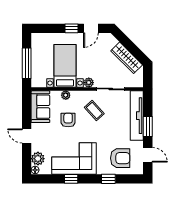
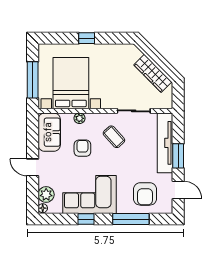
door: (91, 28) -> (110, 38), removed
bed with nightstands: (65, 66) -> (71, 83), width x1.36
plant: (89, 83) -> (107, 103), removed
armchair: (120, 158) -> (145, 194), turned 90
window: (108, 179) -> (131, 219), width x2.17

